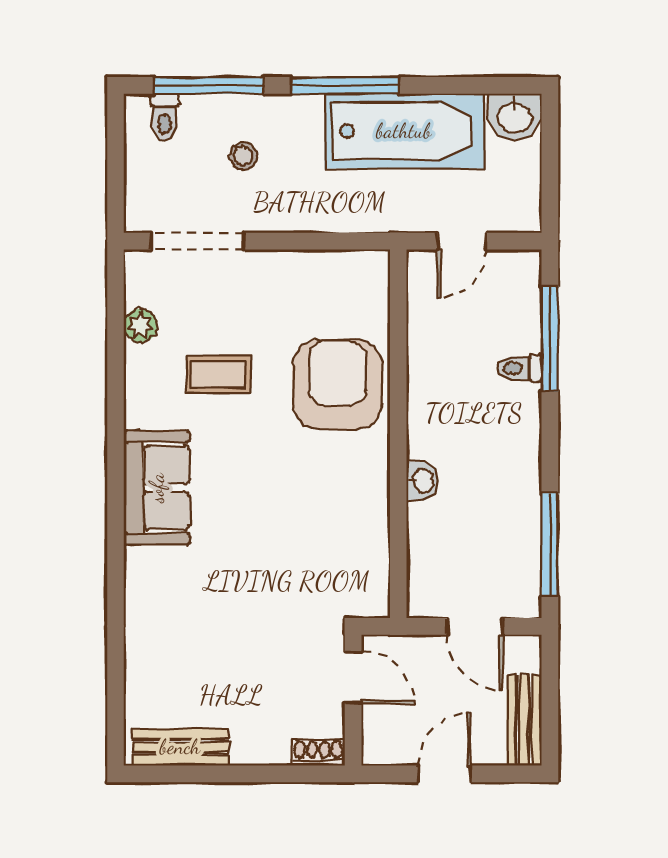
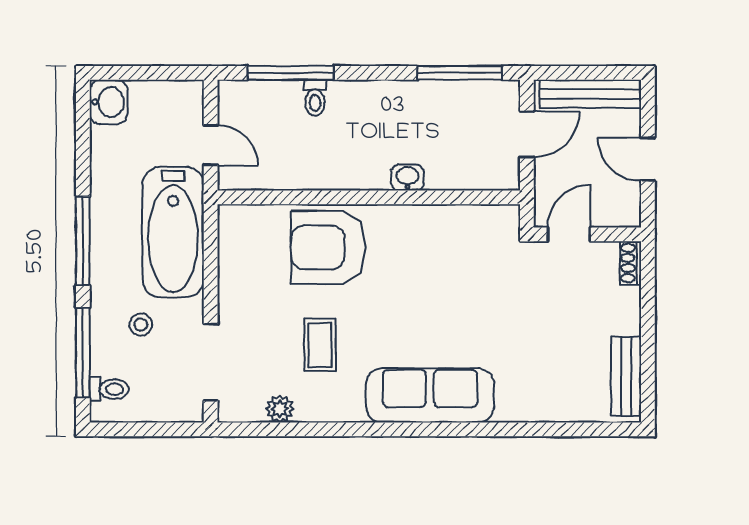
bathtub: (404, 131) -> (173, 232), moved, turned 180
sofa: (157, 488) -> (430, 396), width x1.36
bench: (524, 720) -> (590, 94), width x1.36

